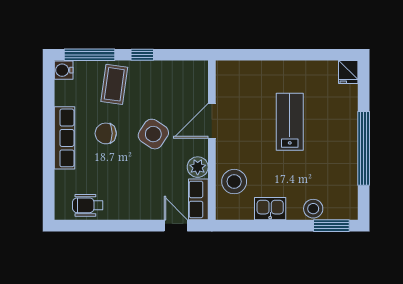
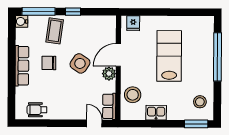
fridge: (348, 72) -> (133, 23), moved
lab bench: (290, 122) -> (169, 56), width x1.36, depth x1.39
window: (364, 148) -> (218, 57), moved
plant: (198, 167) -> (109, 74), moved
stool: (313, 209) -> (200, 102), moved

